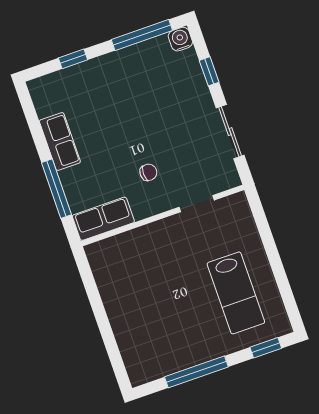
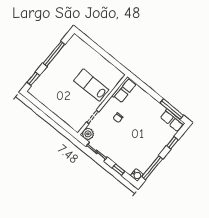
row of seats: (60, 141) -> (172, 120), moved
plant: (226, 177) -> (88, 134), added
window: (56, 189) -> (172, 109), moved
lab bench: (236, 293) -> (91, 85), moved

